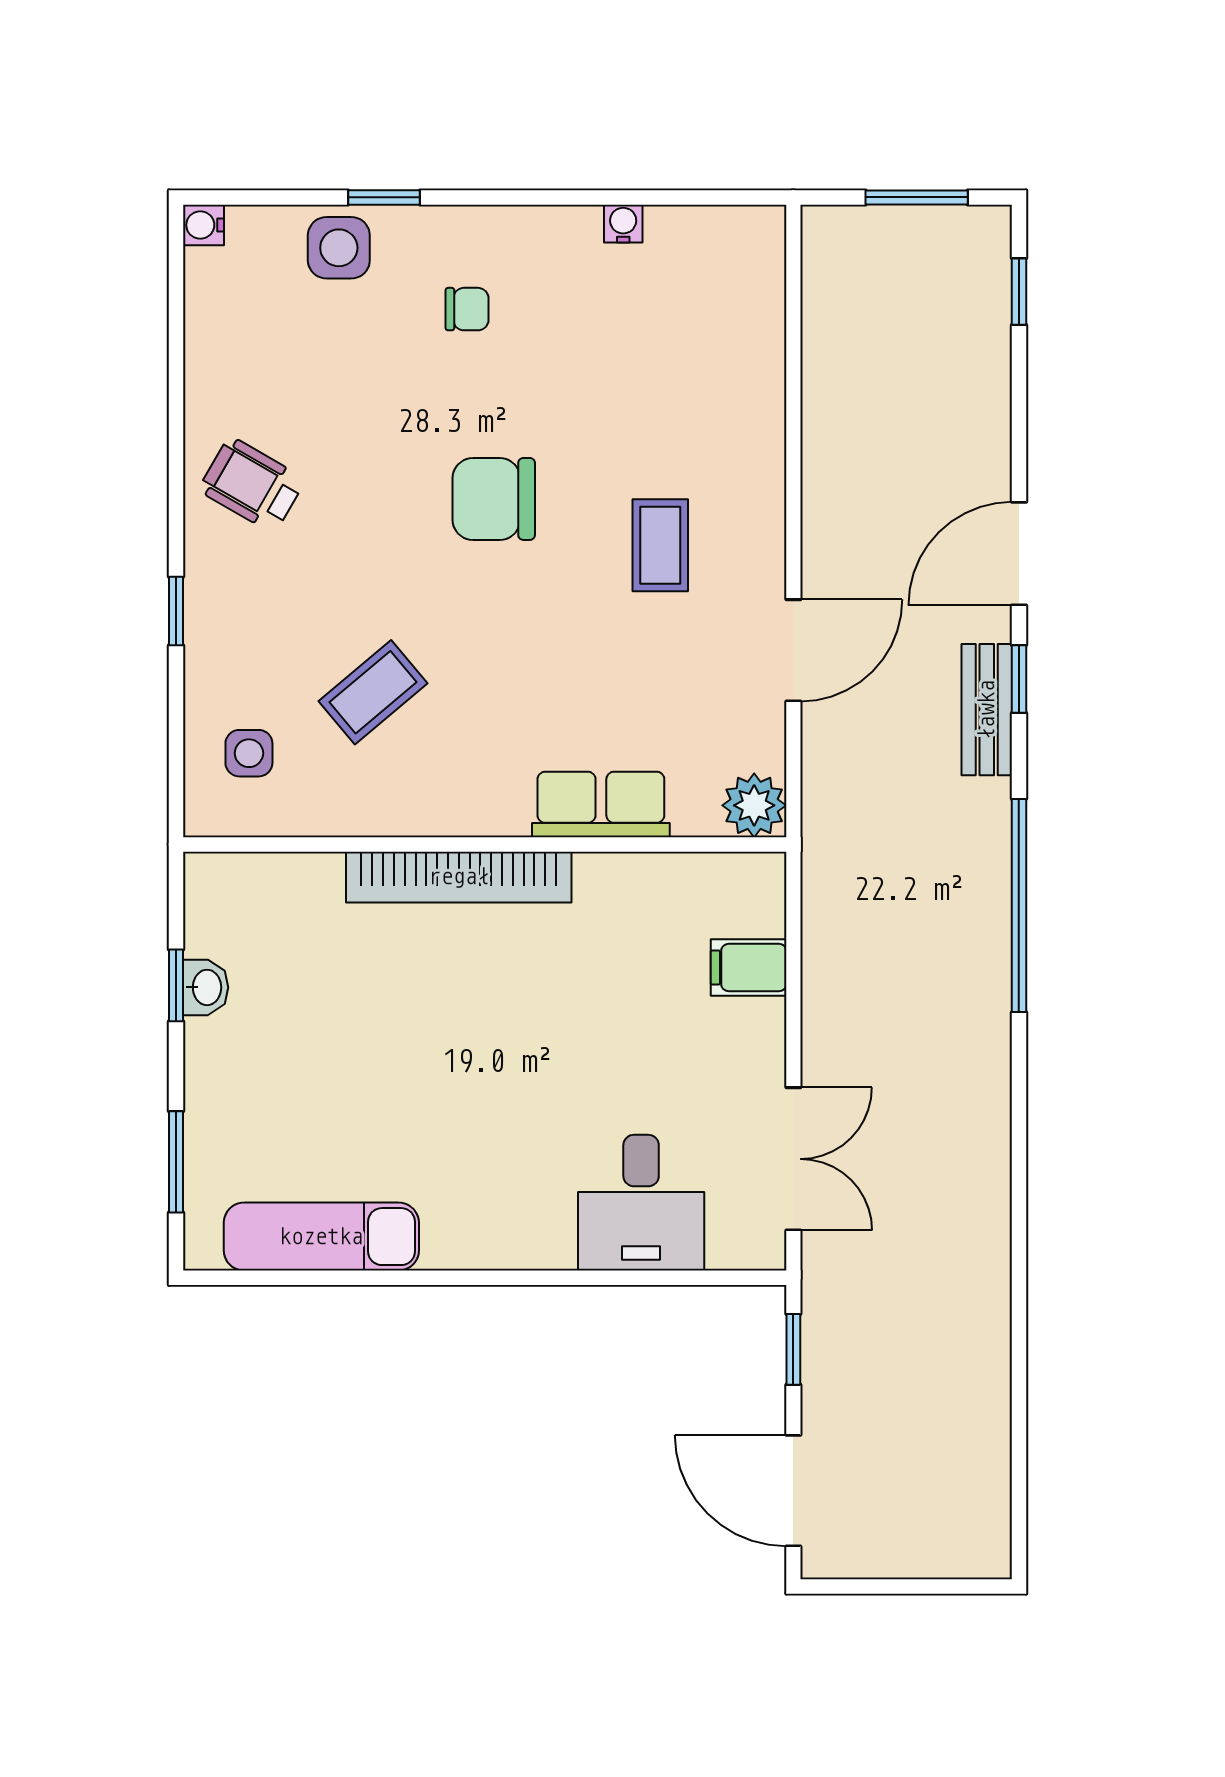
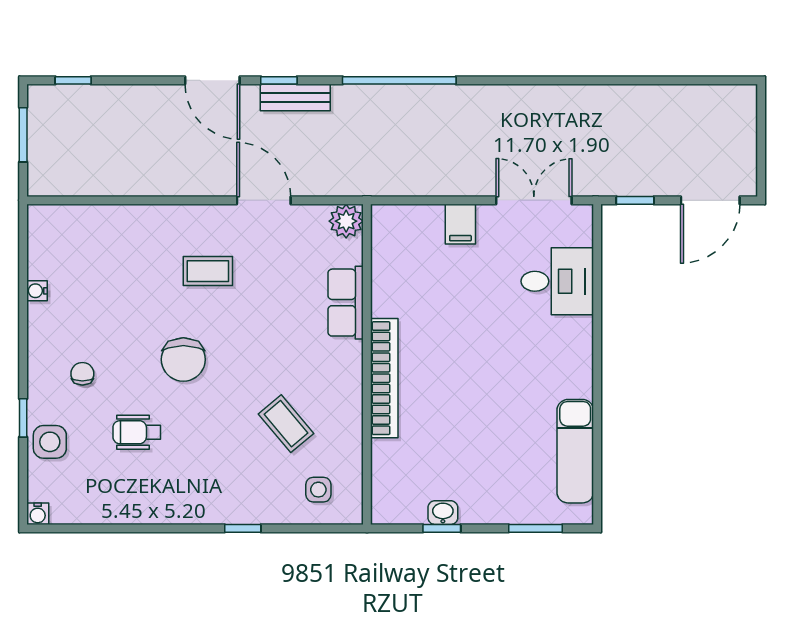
wheelchair: (252, 485) -> (137, 432), moved, turned 60
filing cabinet: (749, 968) -> (460, 224), moved

